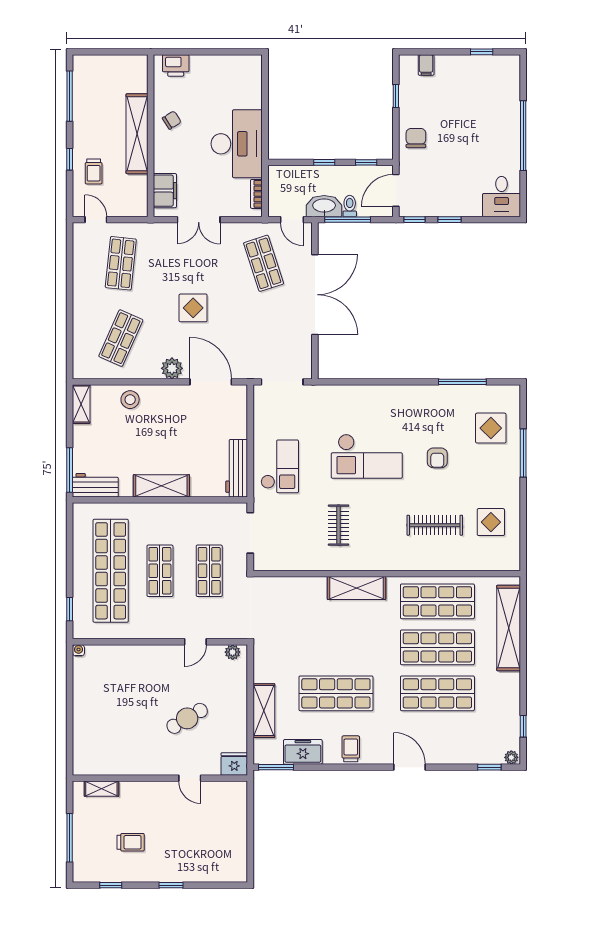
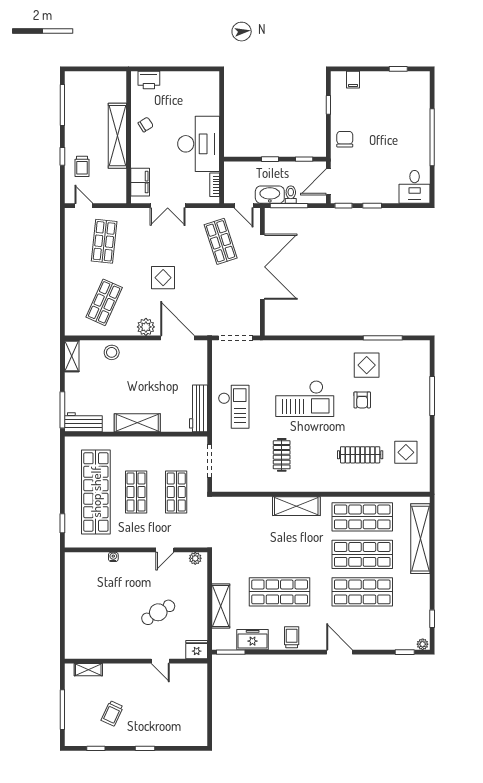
display table: (491, 428) -> (367, 365), moved
water cooler: (79, 650) -> (113, 557), moved
trolley: (131, 842) -> (112, 713), turned 115

